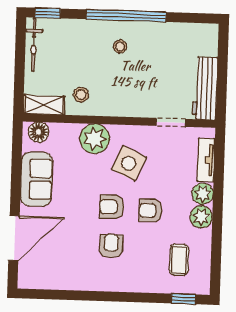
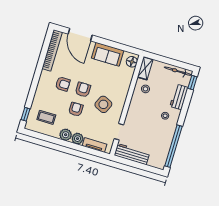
window: (126, 16) -> (173, 146), moved
workbench: (80, 30) -> (179, 97), added
plant: (95, 139) -> (121, 90), removed
bookcase: (56, 281) -> (52, 50), added

